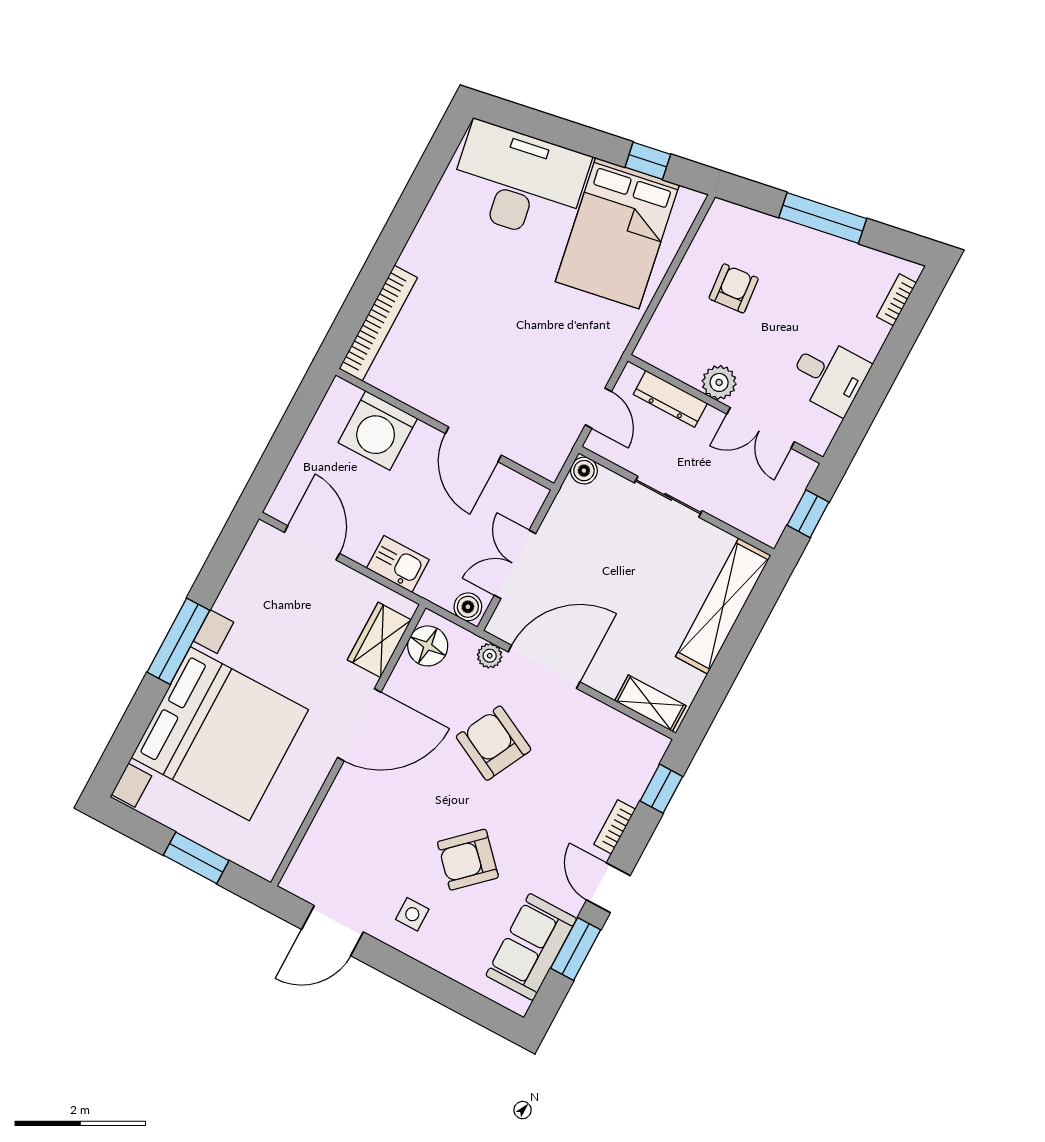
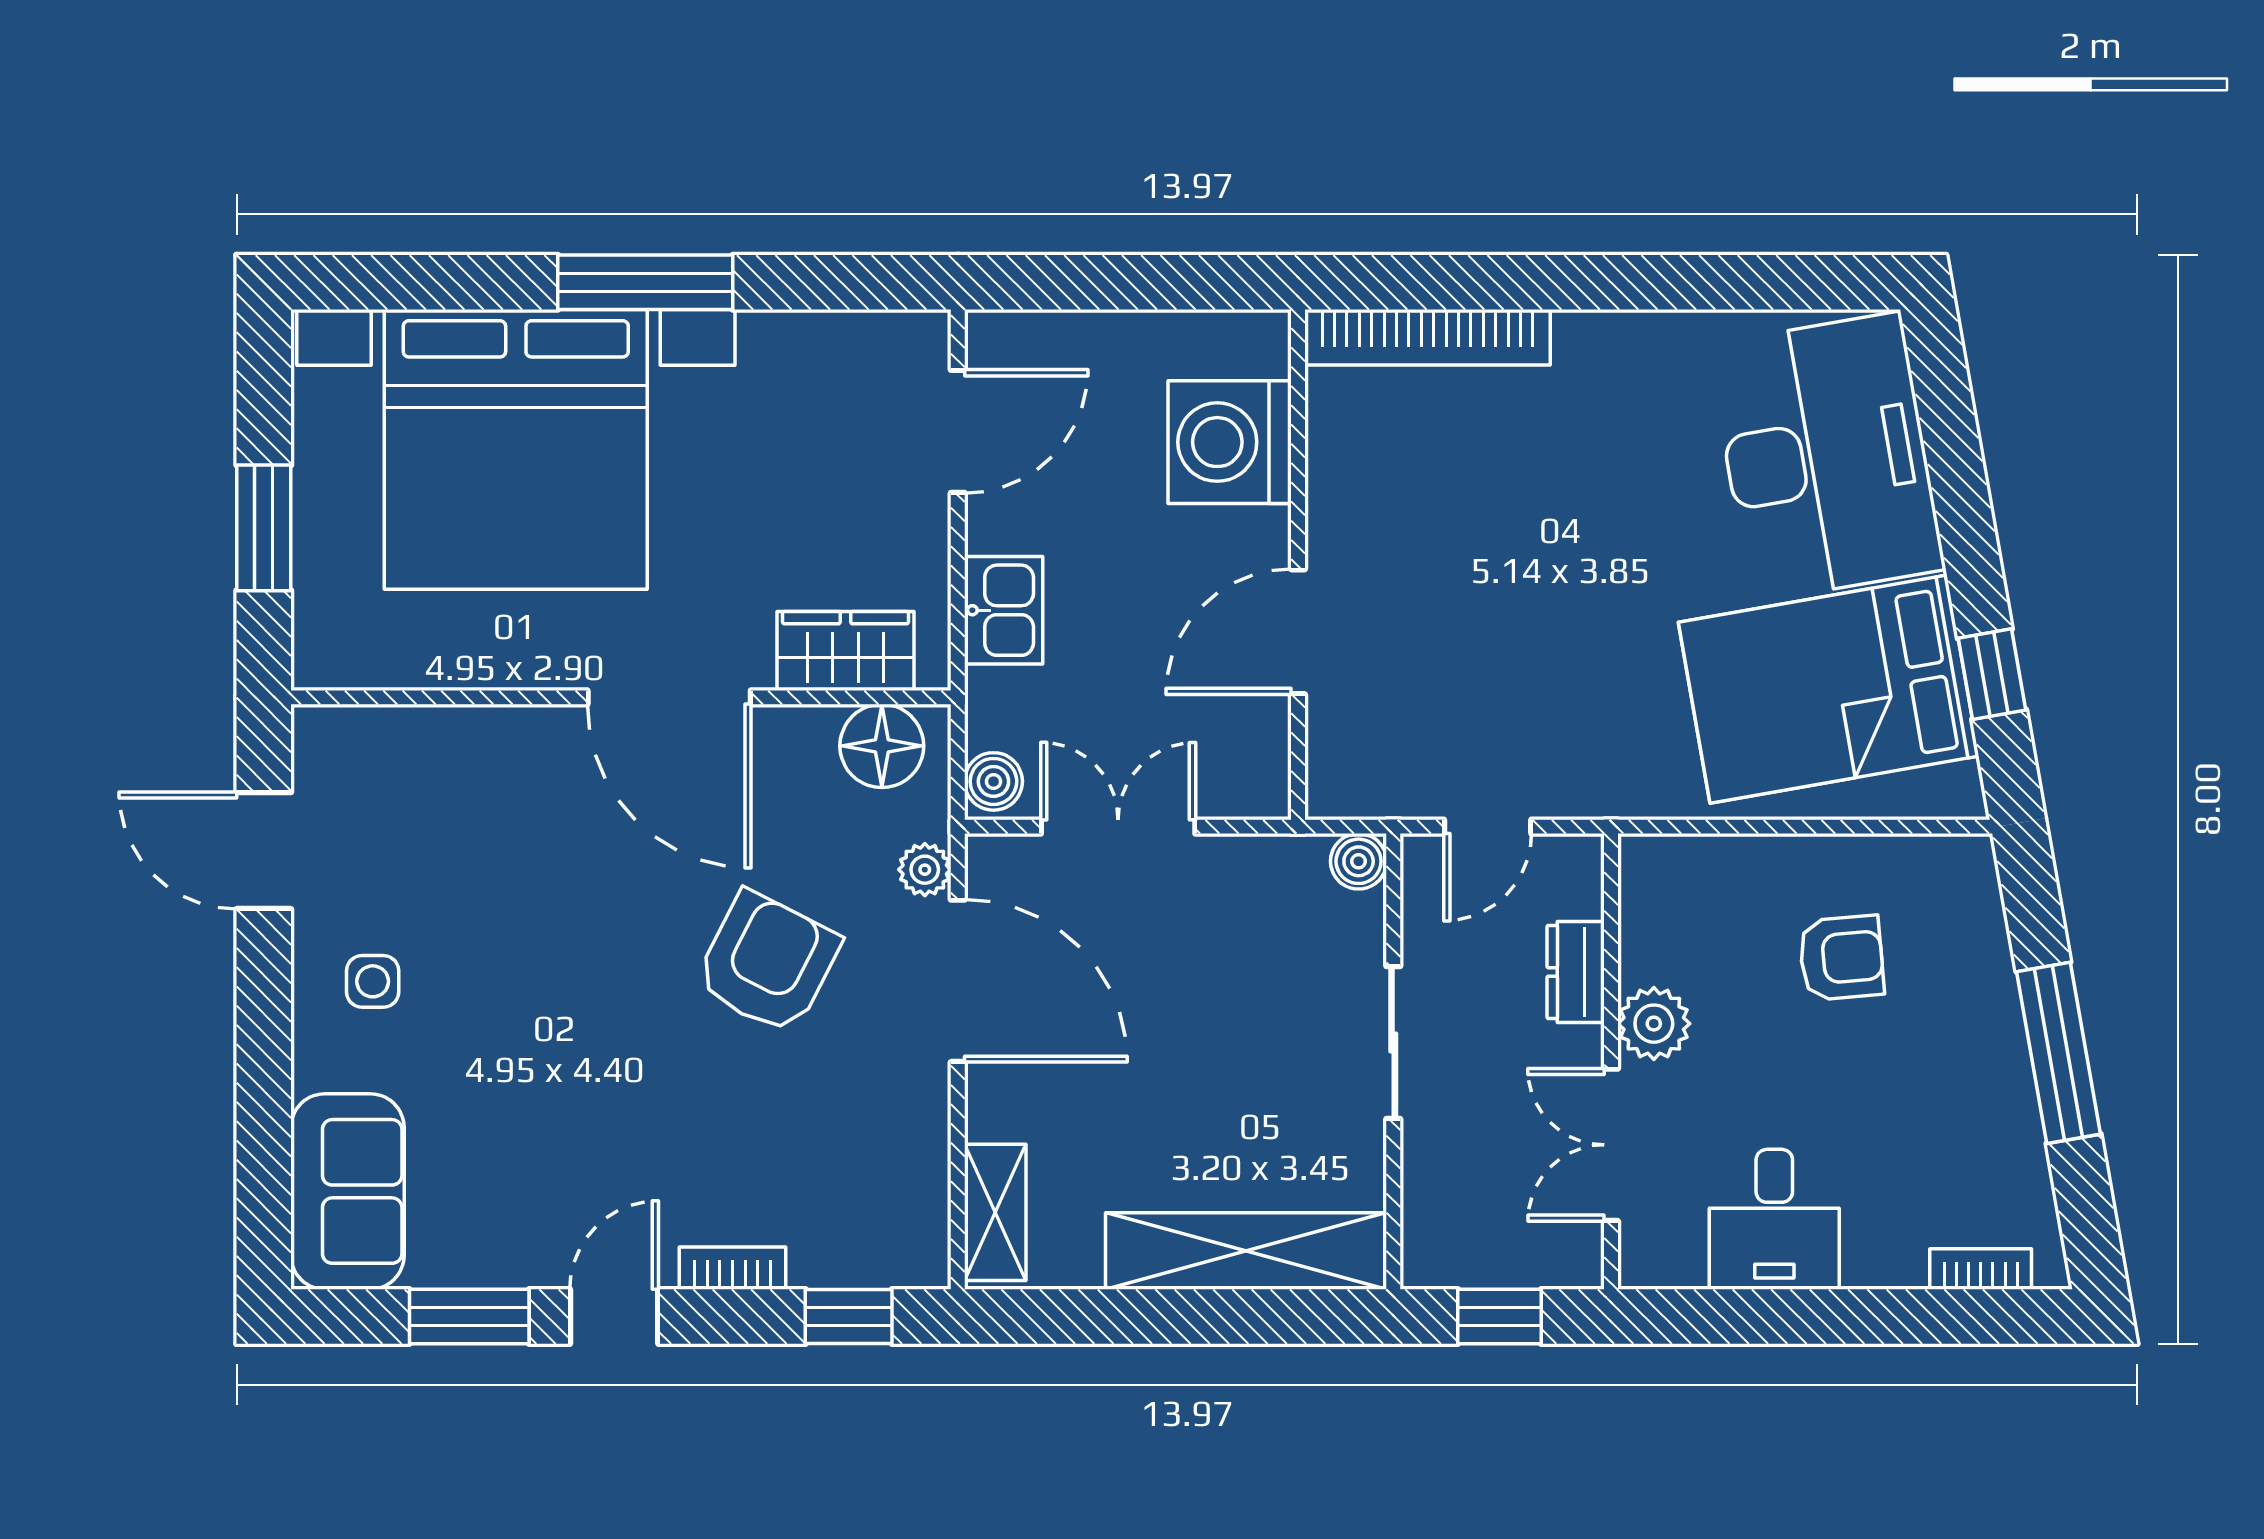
dresser: (670, 399) -> (1576, 972), width x0.70
armchair: (468, 860) -> (528, 1030), removed
sofa: (531, 947) -> (347, 1191), moved, turned 90

